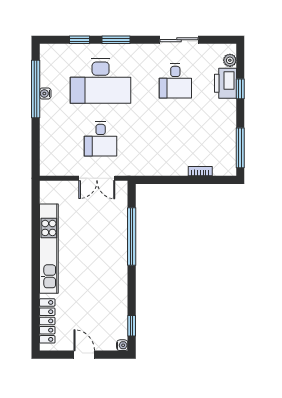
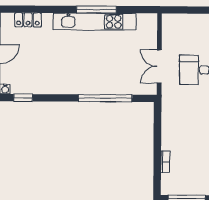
window: (36, 247) -> (96, 10), added
locker: (47, 321) -> (28, 20), width x0.66

